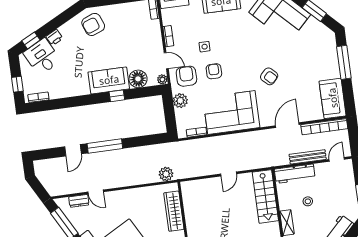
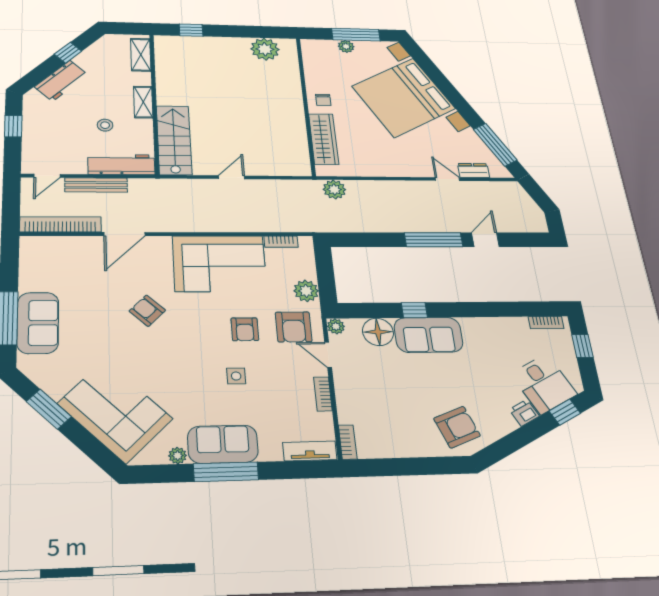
side table: (205, 47) -> (236, 376), moved
sofa: (333, 98) -> (38, 323), moved

